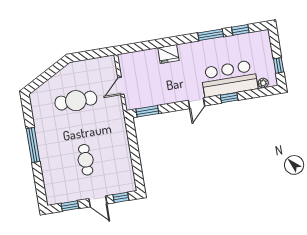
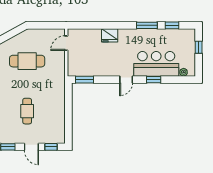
window: (279, 65) -> (199, 47), moved
door: (121, 86) -> (66, 43), moved

